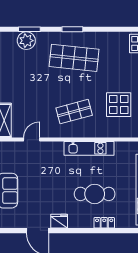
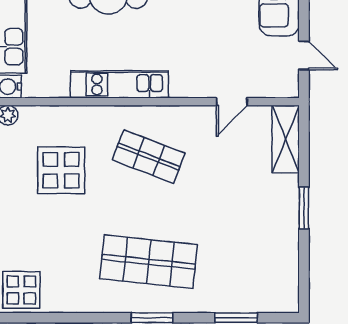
plant: (26, 41) -> (242, 296), removed
shop shelf: (74, 112) -> (149, 157), turned 36

